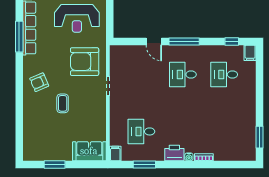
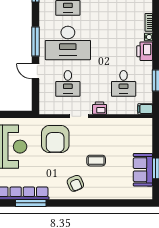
door: (154, 41) -> (35, 71), swing flipped
desk: (141, 75) -> (68, 83), added
desk: (183, 75) -> (68, 43), width x1.87, depth x1.30
printer: (116, 107) -> (100, 108), added
sofa: (89, 151) -> (143, 170), moved

